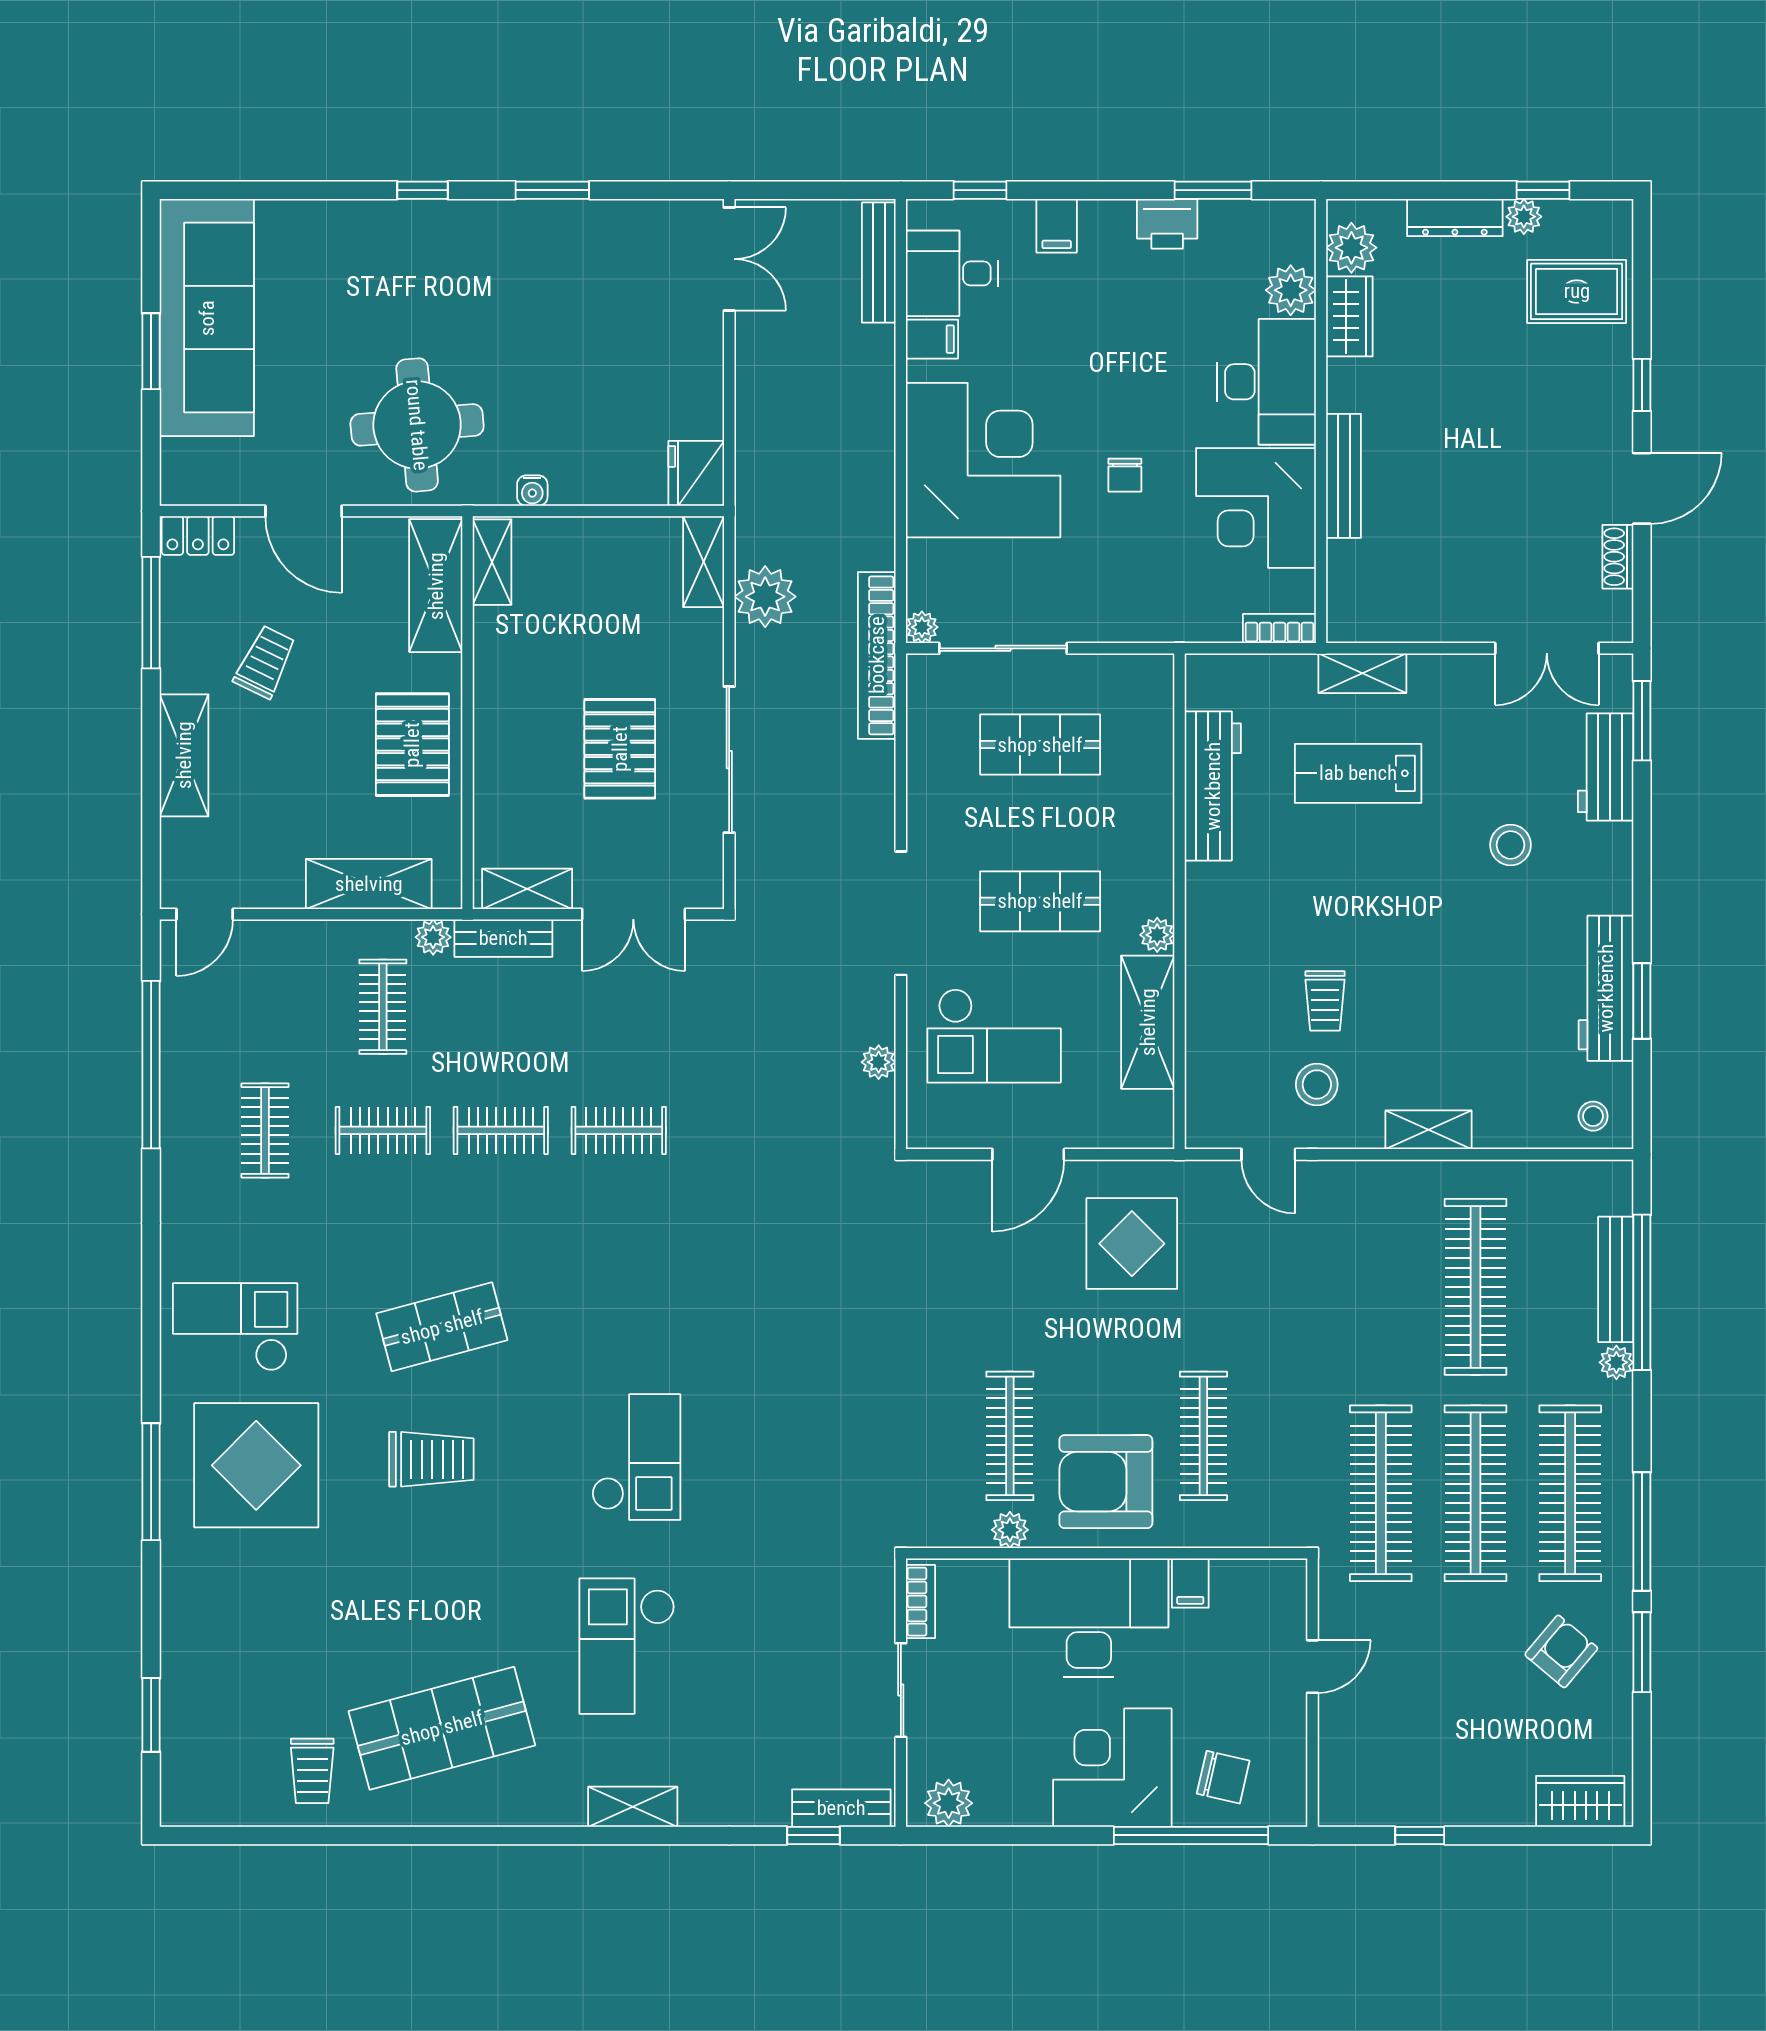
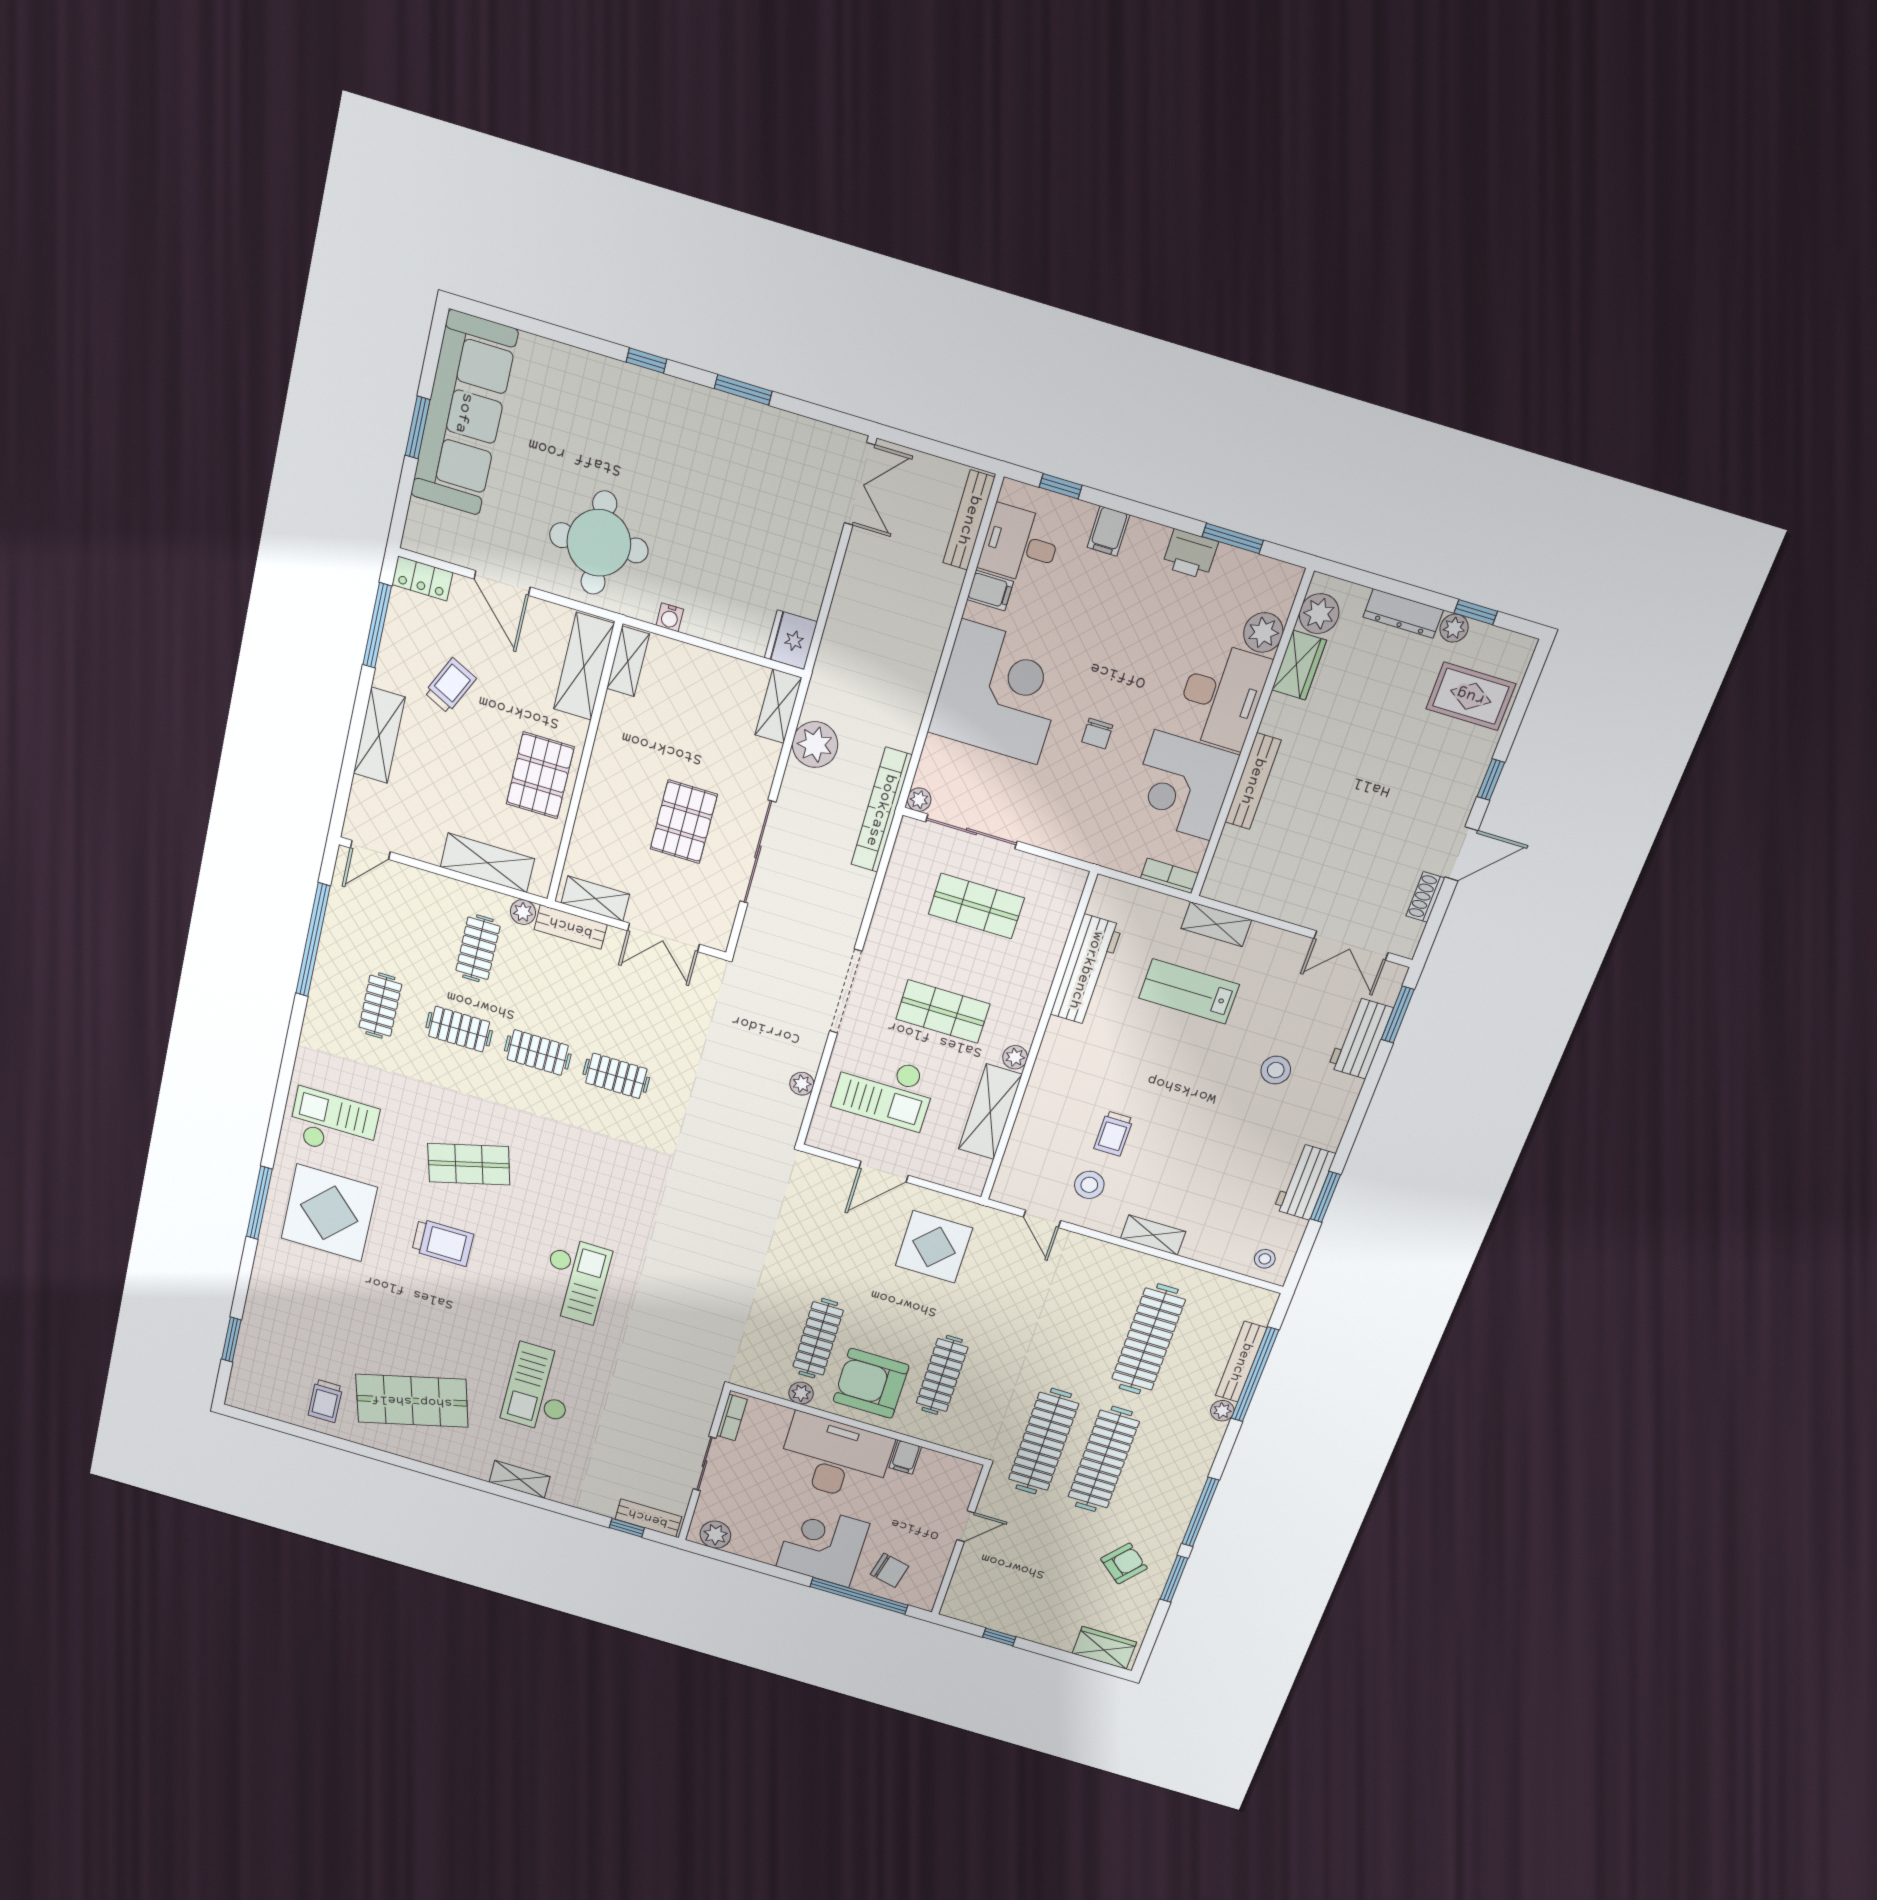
workbench: (1606, 988) -> (1305, 1182), width x0.73
clothes rail: (1570, 1493) -> (1164, 1477), removed

